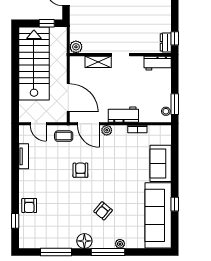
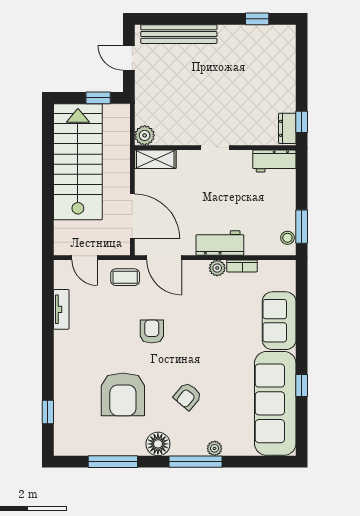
shelving: (98, 62) -> (155, 159), moved
plant: (107, 130) -> (217, 268), moved
armchair: (29, 206) -> (123, 394), moved, width x1.88, depth x1.88

